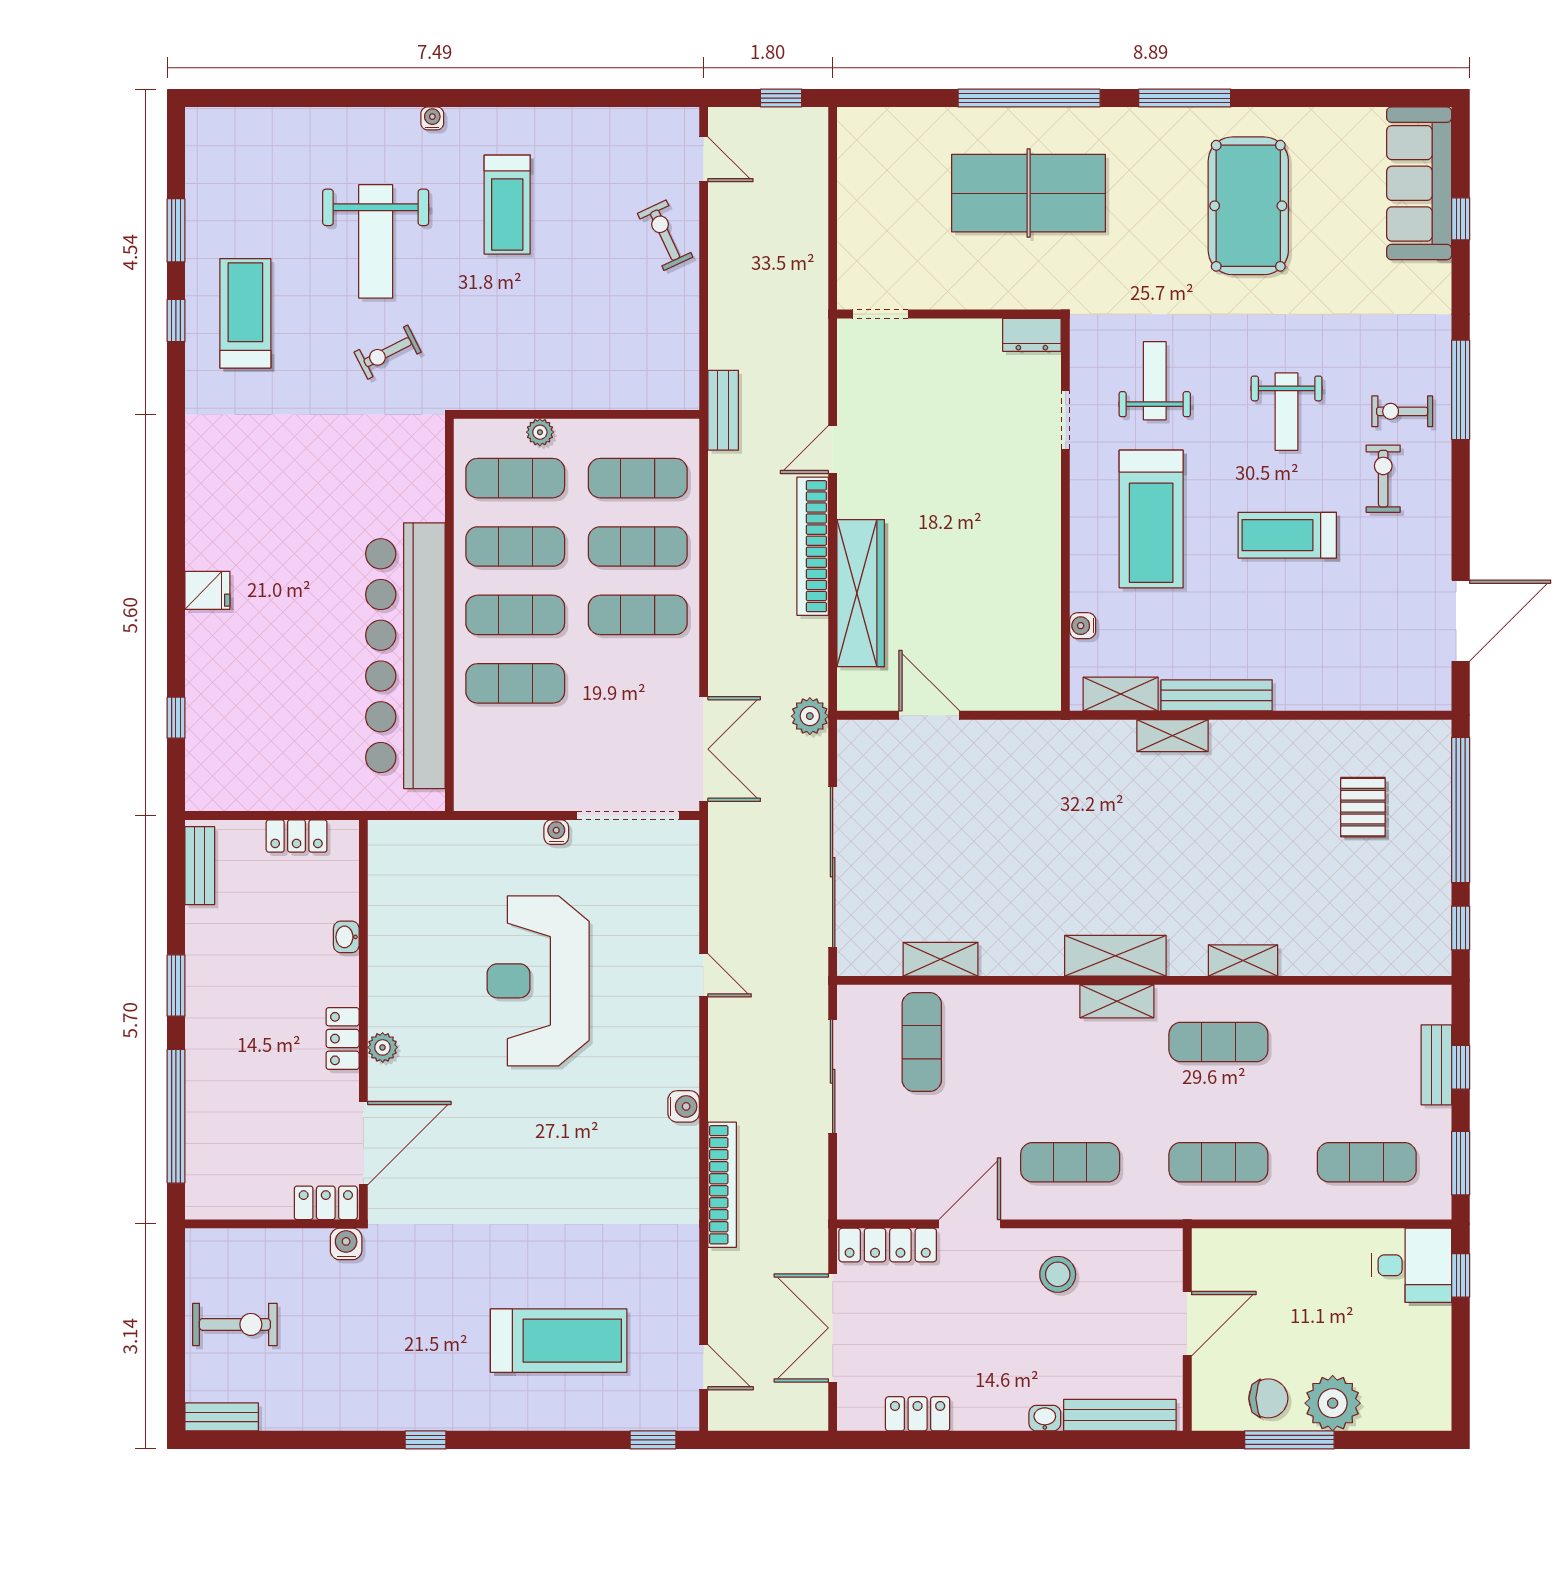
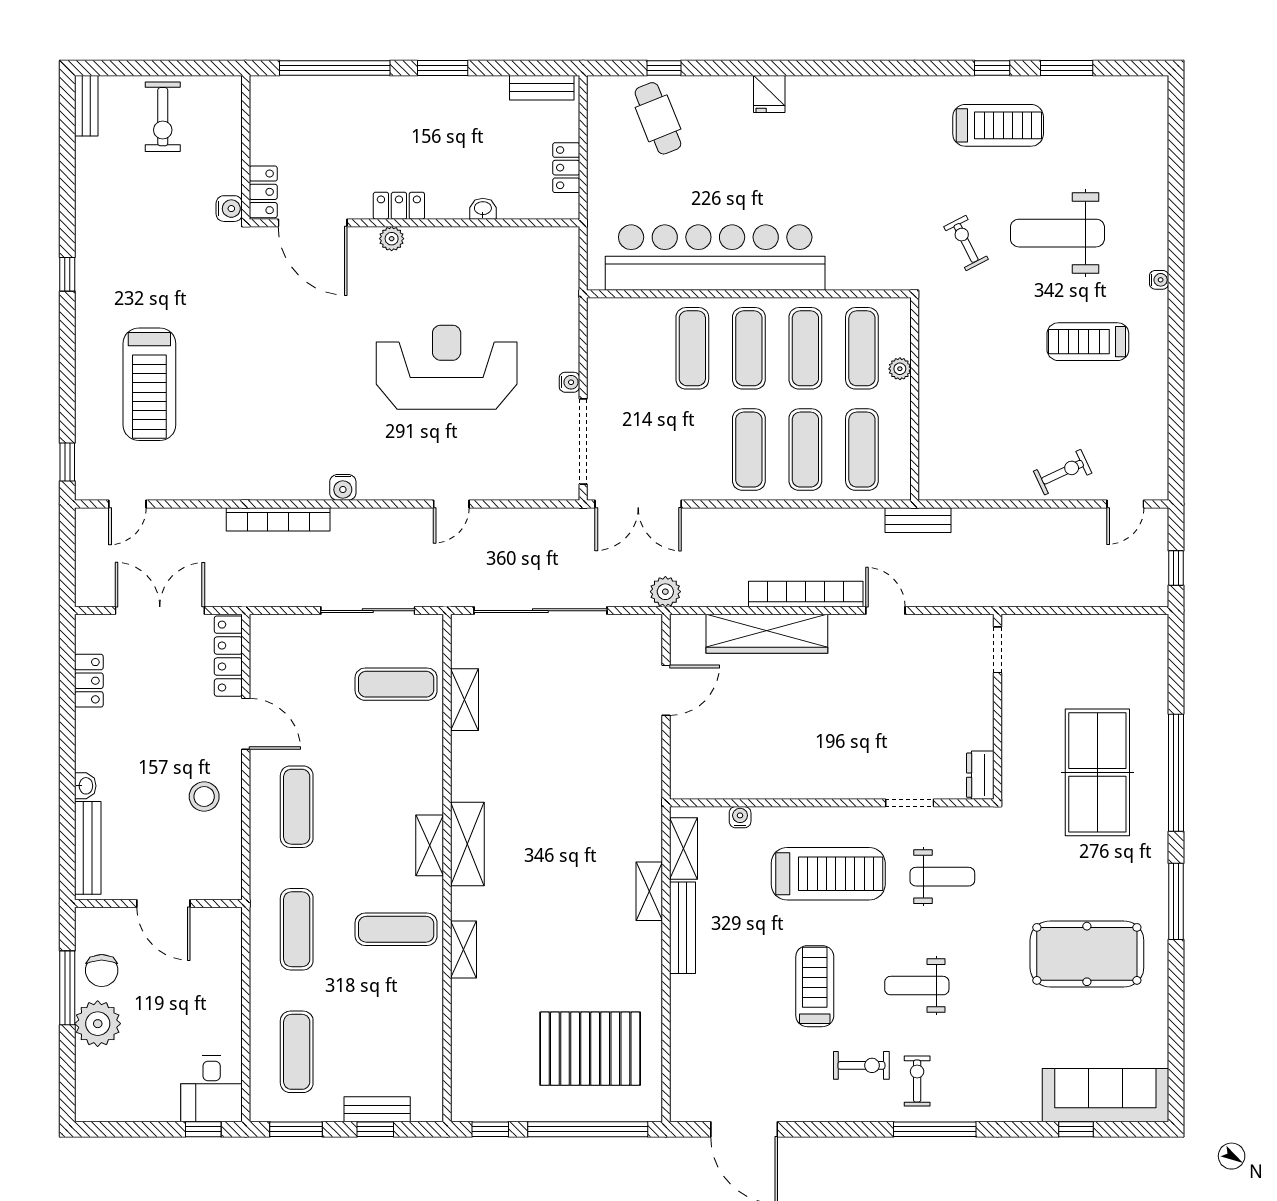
treadmill: (1151, 519) -> (828, 874), turned 180
cafe table: (237, 725) -> (658, 118), added
pallet: (1363, 807) -> (590, 1049), width x2.05, depth x2.00
exercise mat: (1218, 1042) -> (396, 929), turned 90

